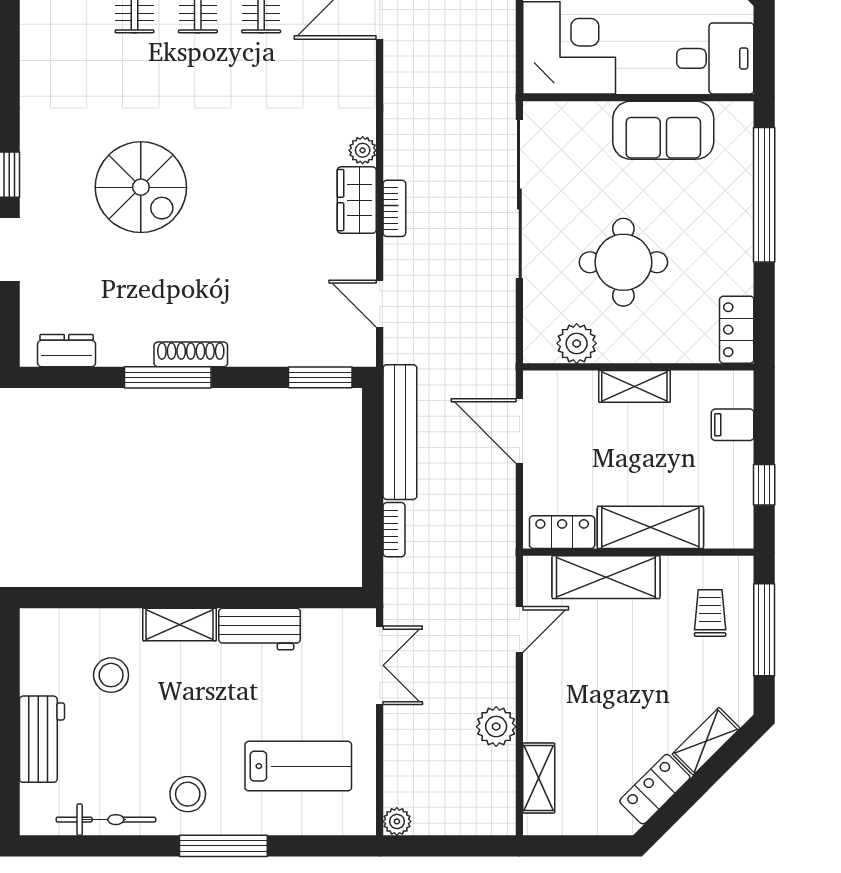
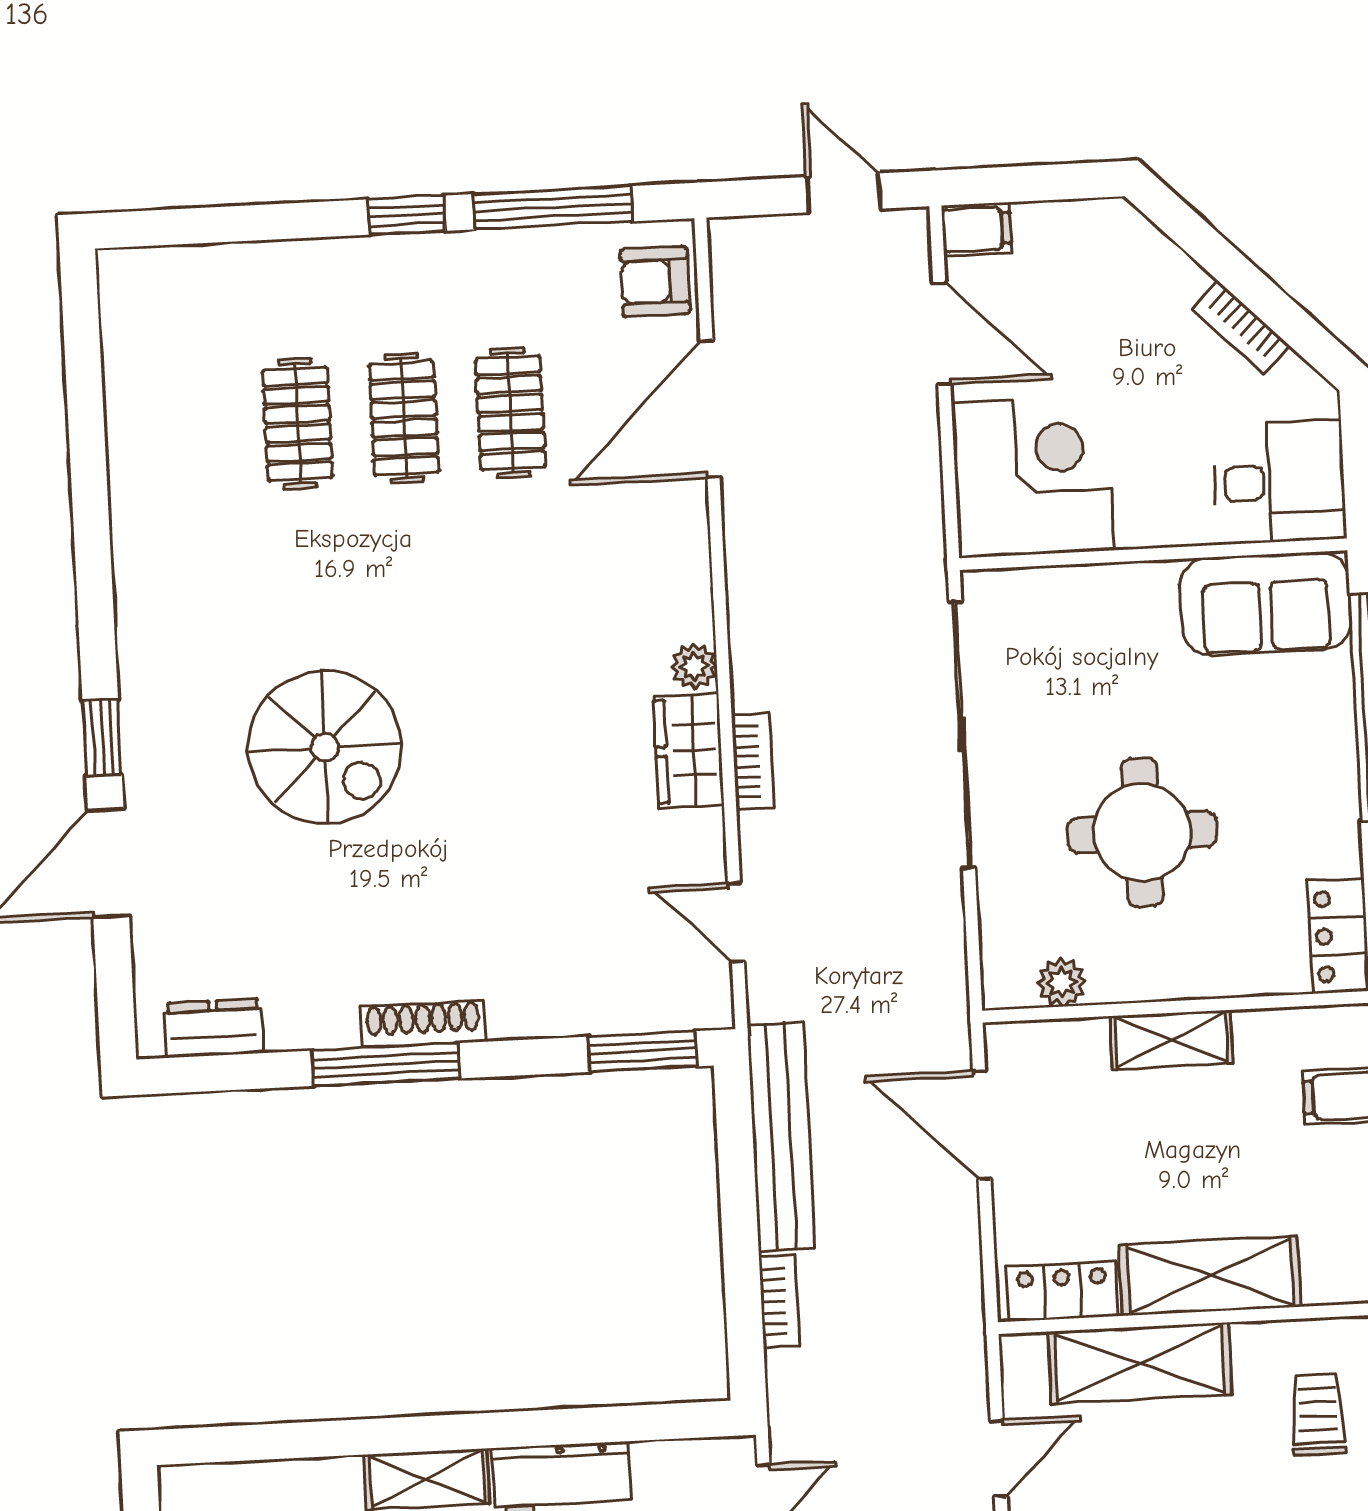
sofa: (663, 130) -> (1265, 604), moved
plant: (577, 343) -> (1062, 982), width x0.73, depth x0.73

